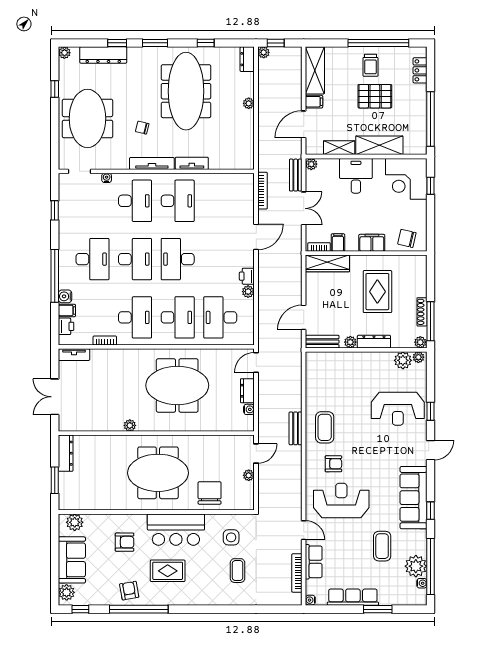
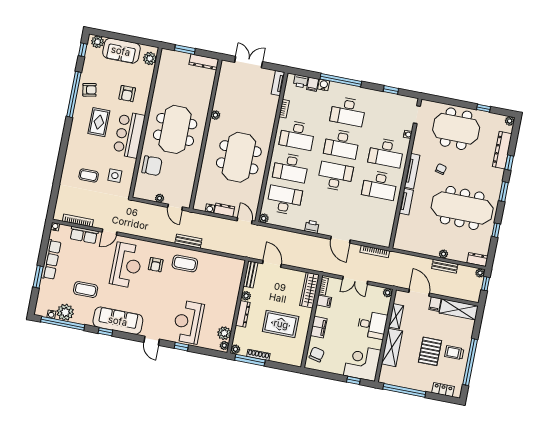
bench: (296, 175) -> (445, 266), moved
plant: (248, 292) -> (264, 218), moved

